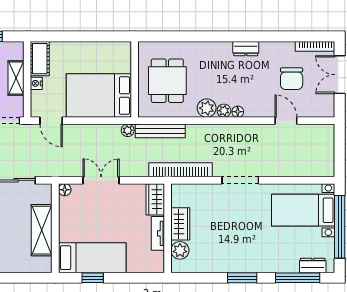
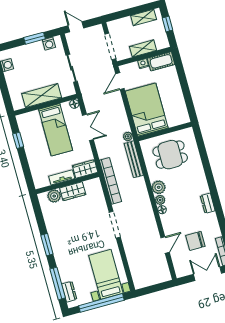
bed: (92, 258) -> (56, 130), moved

